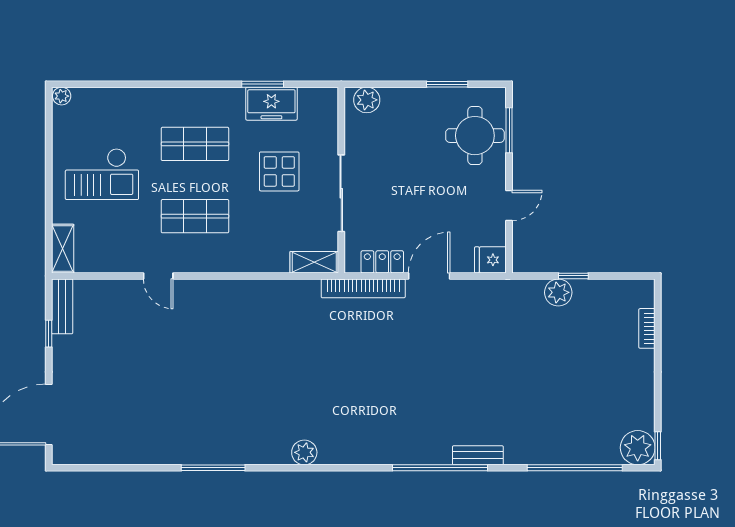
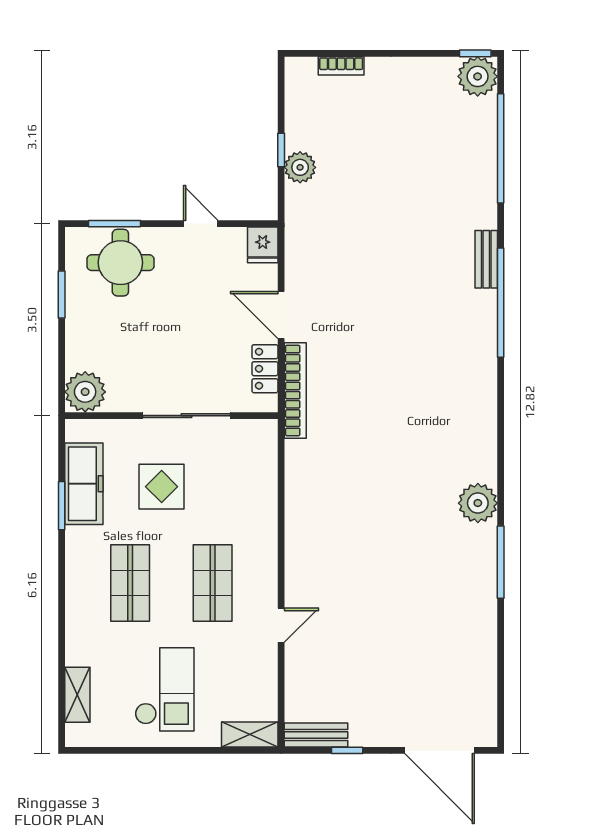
plant: (62, 96) -> (75, 736), removed
plant: (367, 100) -> (85, 392), width x1.36, depth x1.36
freezer: (271, 104) -> (84, 484), width x1.40
shelving: (314, 262) -> (77, 695), moved
plant: (304, 452) -> (478, 503), moved, width x1.36, depth x1.36

